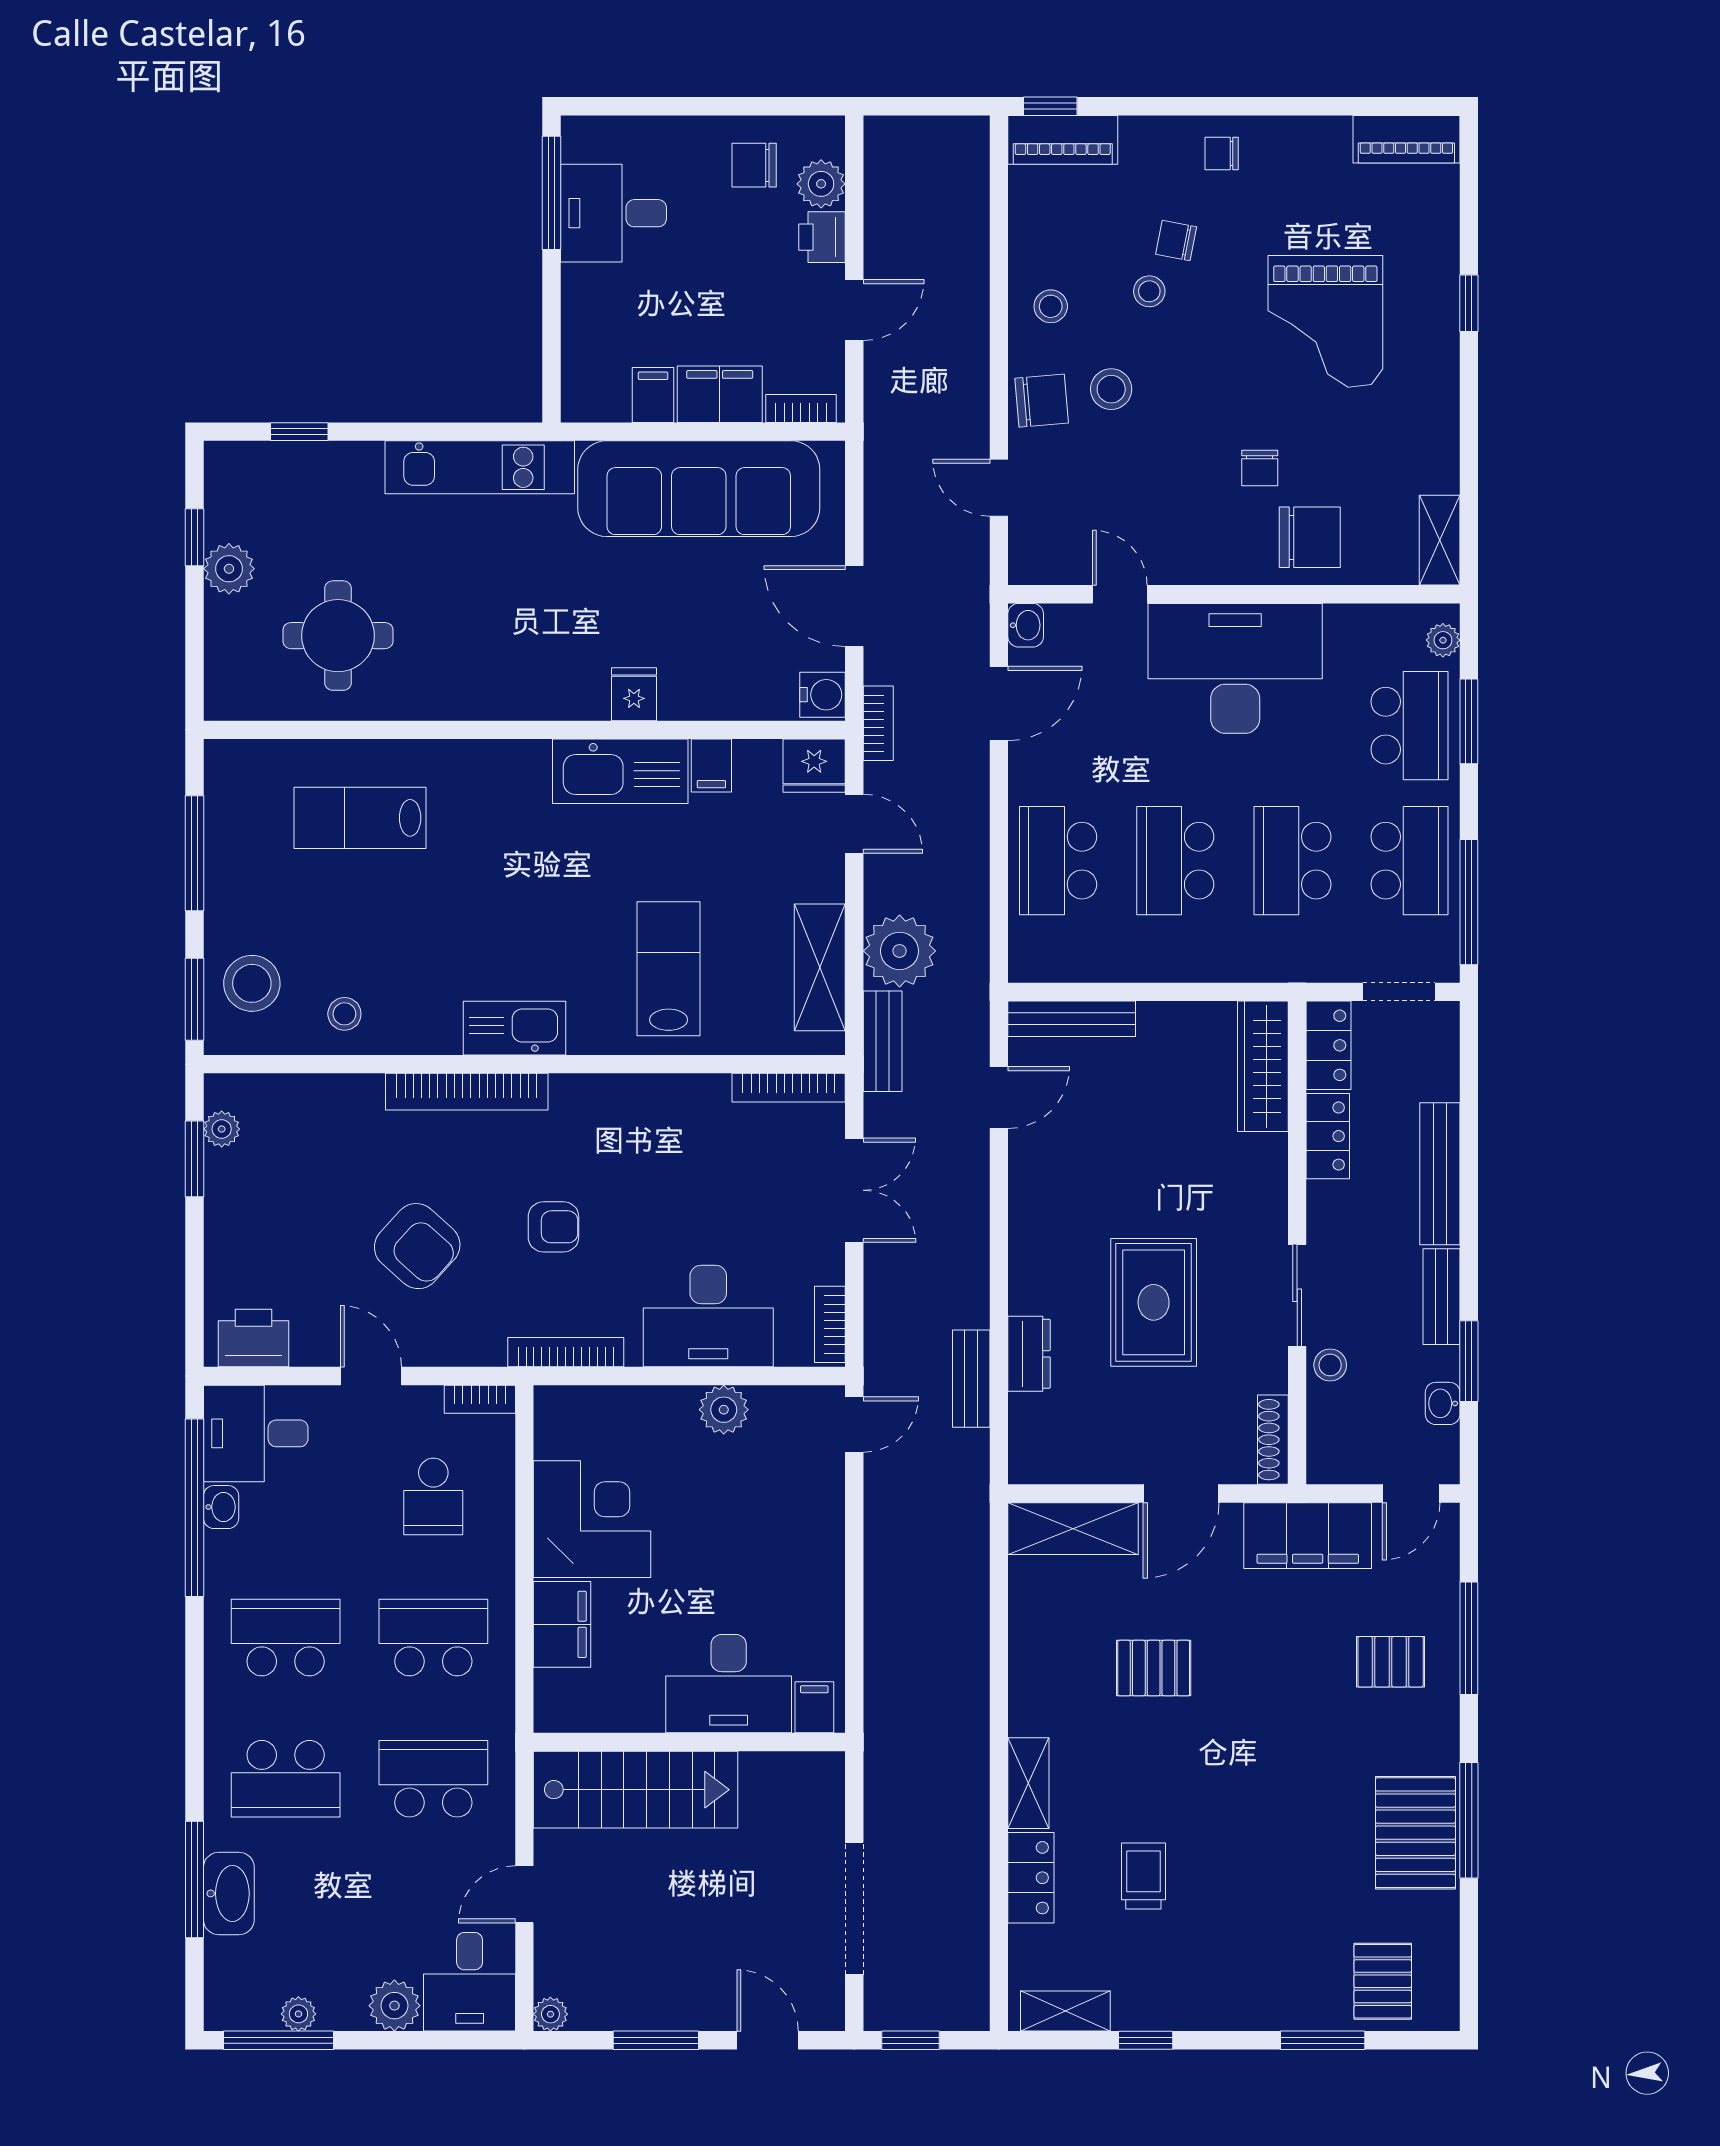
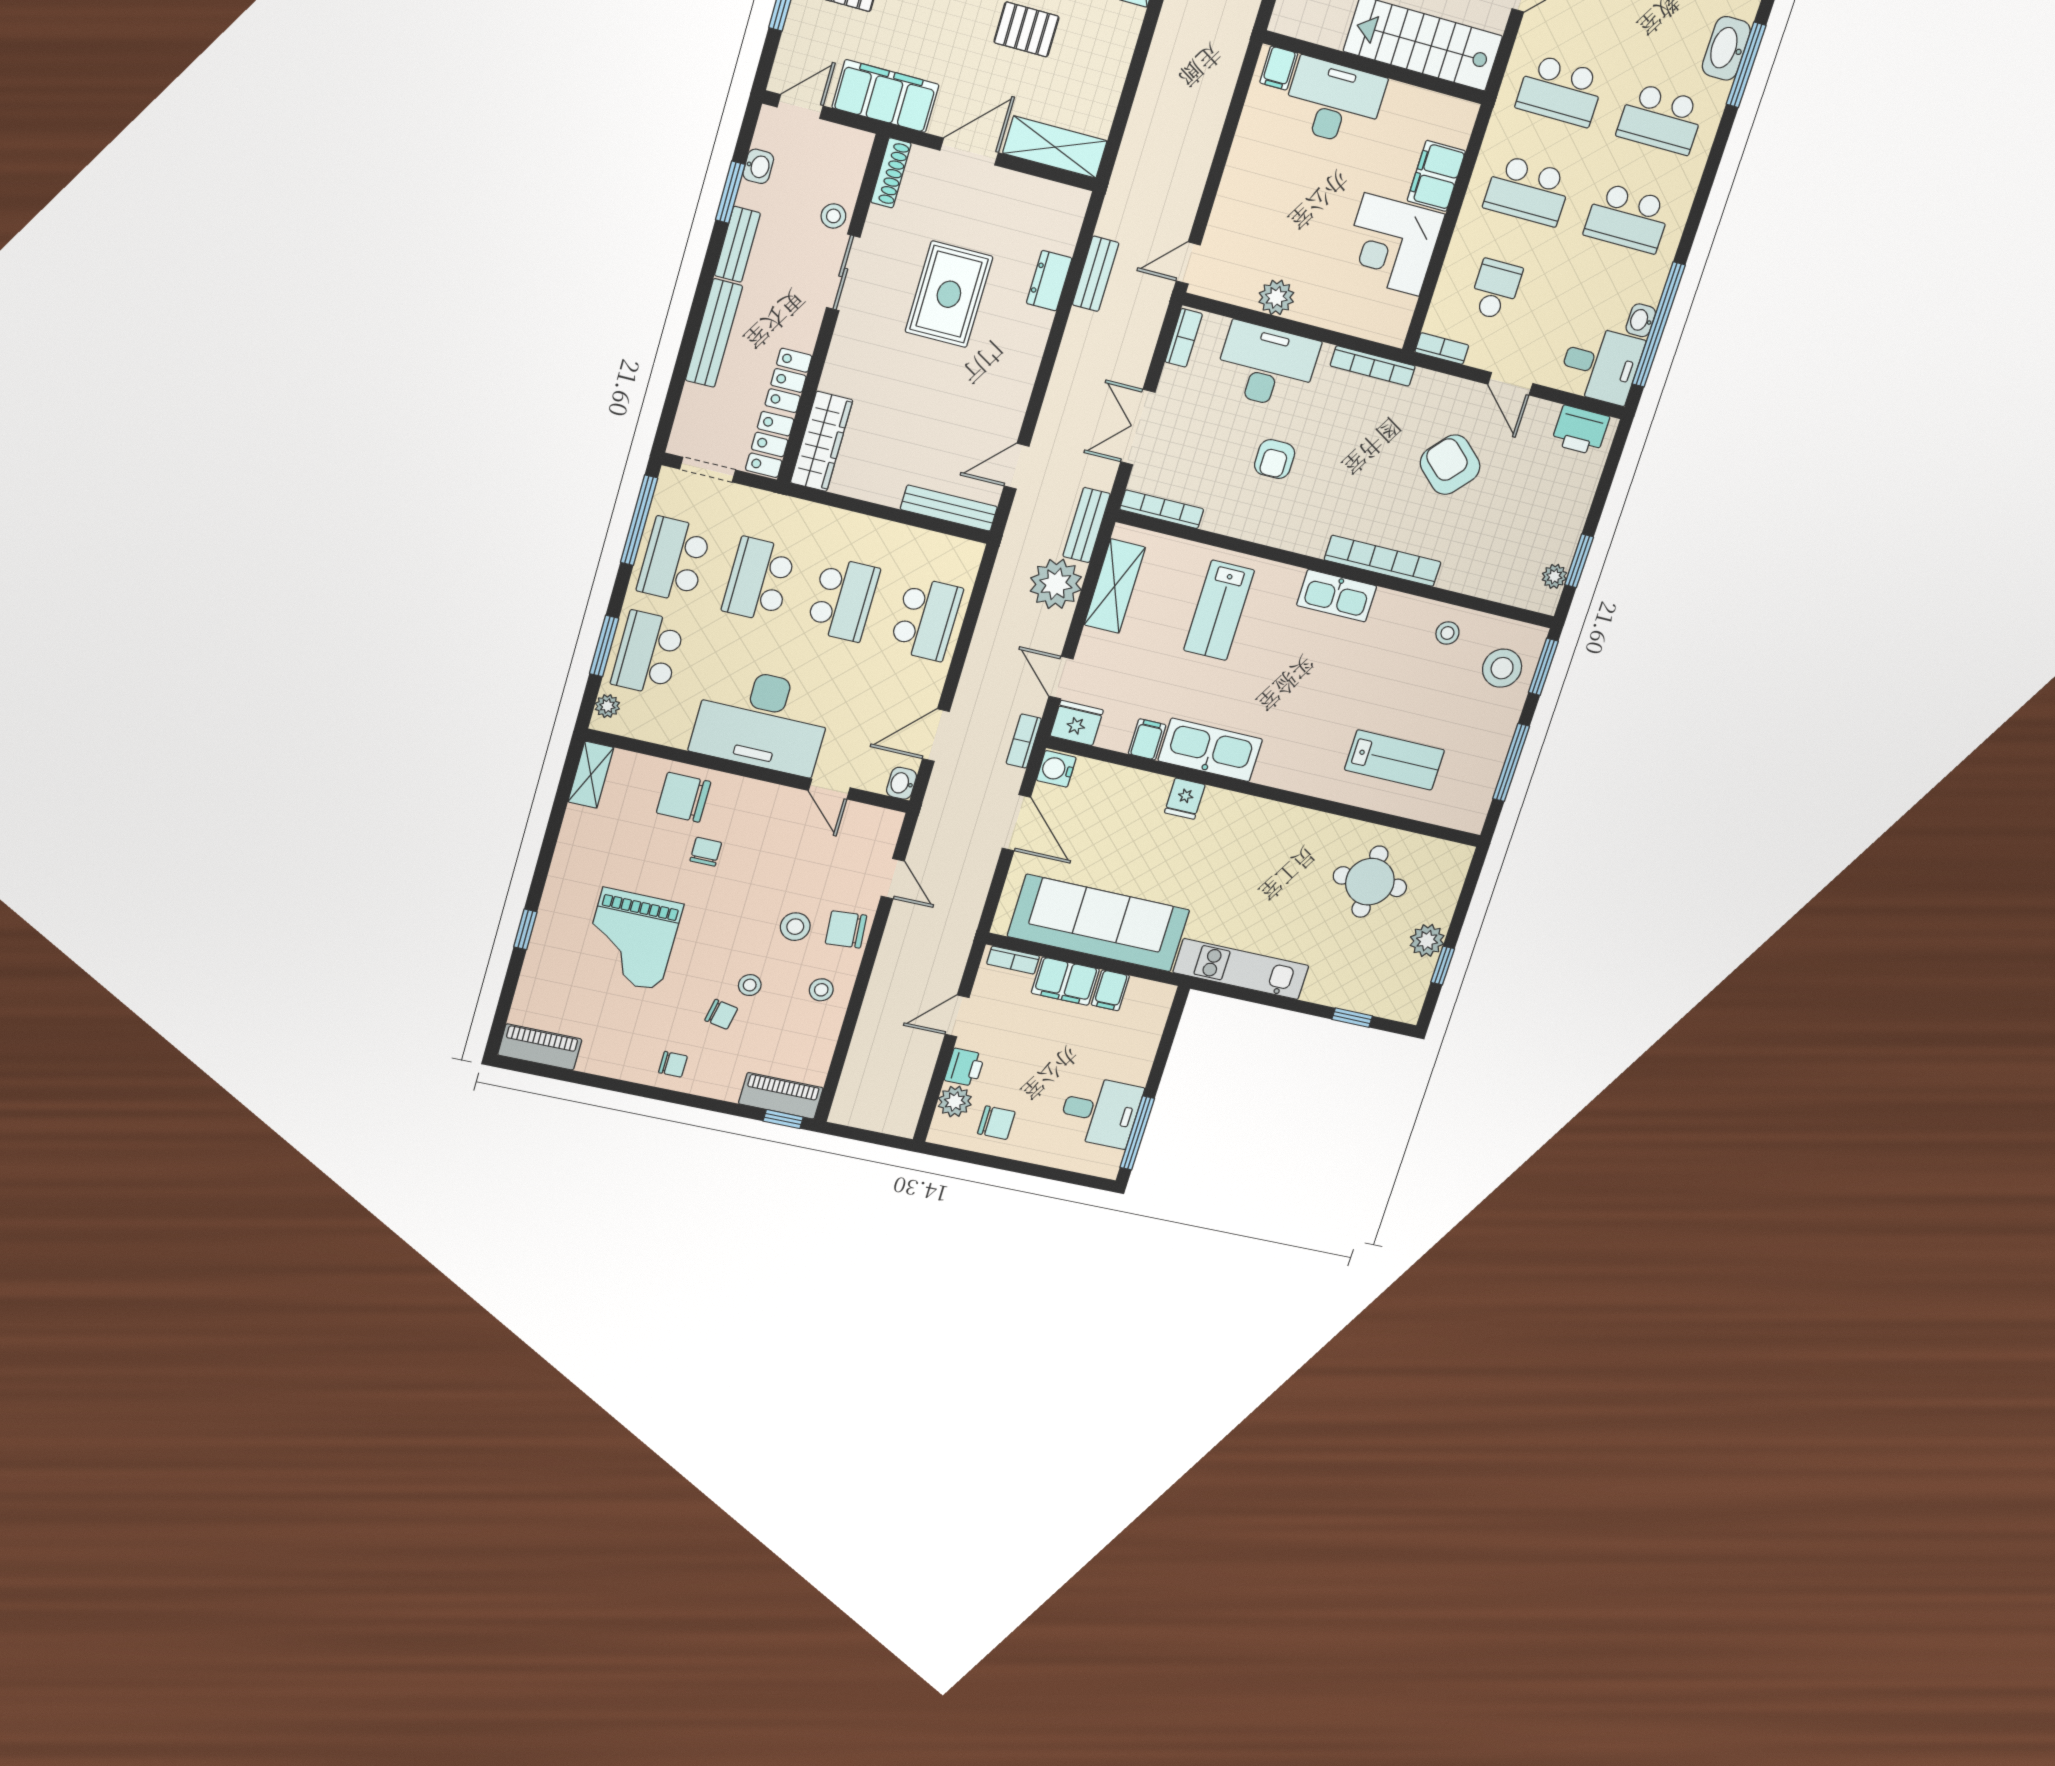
grand piano: (1325, 321) -> (631, 939), turned 180
school desk: (1292, 861) -> (759, 580), turned 180
armchair: (553, 1227) -> (1275, 459), moved, turned -90
school desk: (286, 1779) -> (1661, 119), turned 180

